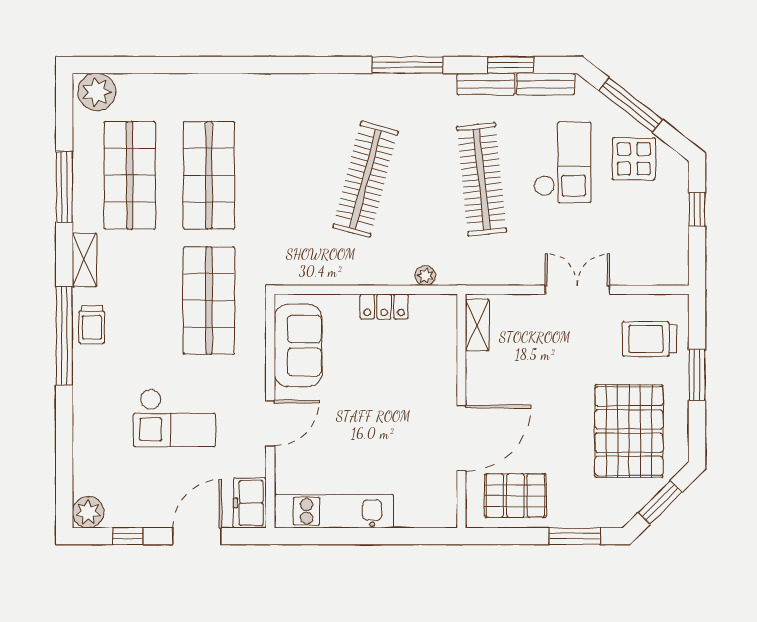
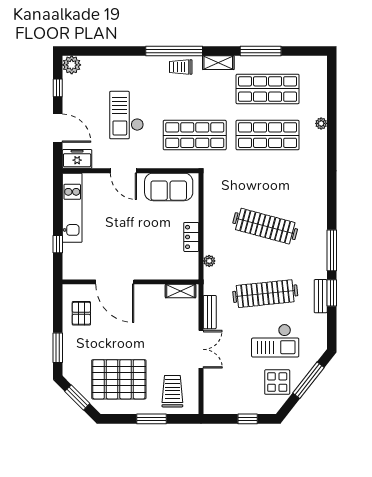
window: (511, 65) -> (332, 293), moved
bench: (546, 84) -> (210, 312), moved
plant: (97, 92) -> (321, 123), moved, width x0.53, depth x0.53
pallet: (515, 496) -> (81, 313), width x0.67, depth x0.71
window: (396, 536) -> (58, 244), added

